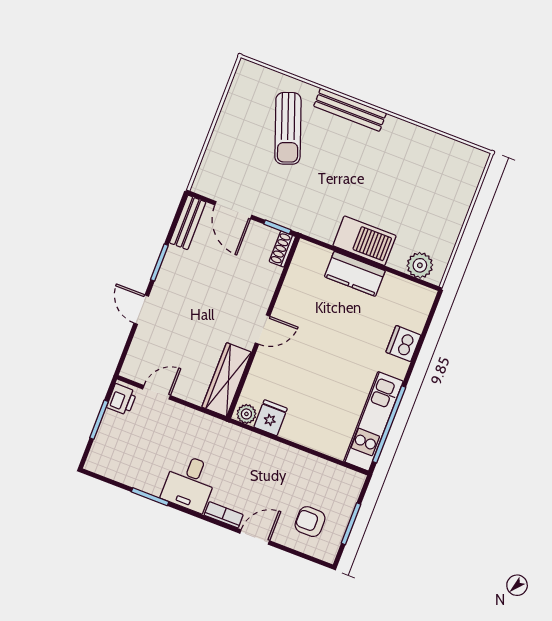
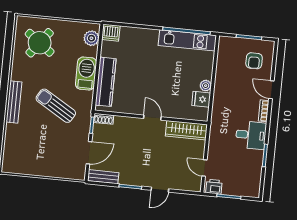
sun lounger: (288, 128) -> (56, 106), moved, turned -129
round table: (436, 178) -> (40, 43), added
kitchen counter: (355, 274) -> (106, 82), width x1.50
dishwasher: (403, 344) -> (111, 33), moved
plant: (246, 414) -> (206, 86), moved

